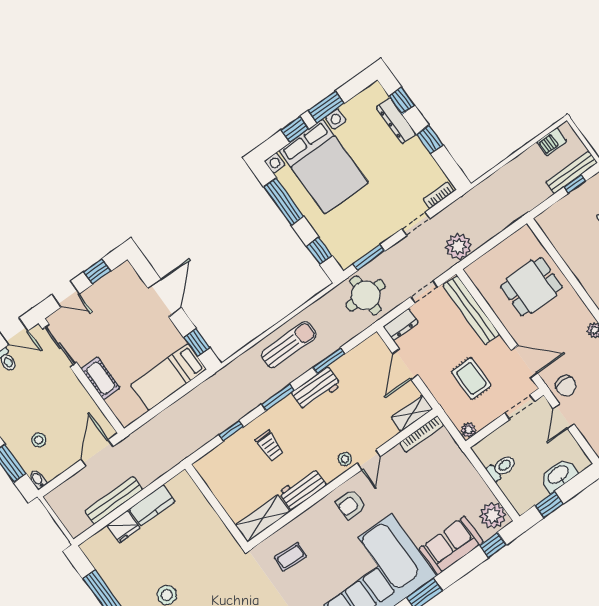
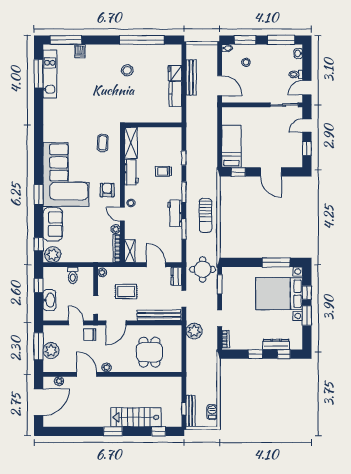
window: (319, 251) -> (240, 262), removed
cot: (101, 378) -> (254, 113), removed
plant: (396, 454) -> (116, 229), added

